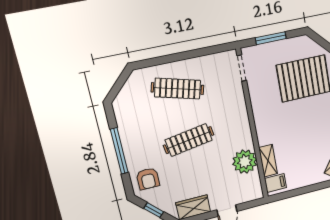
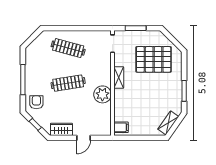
shelving: (268, 161) -> (119, 78), moved
plant: (245, 162) -> (102, 94), moved
armchair: (148, 179) -> (36, 102), turned 180

